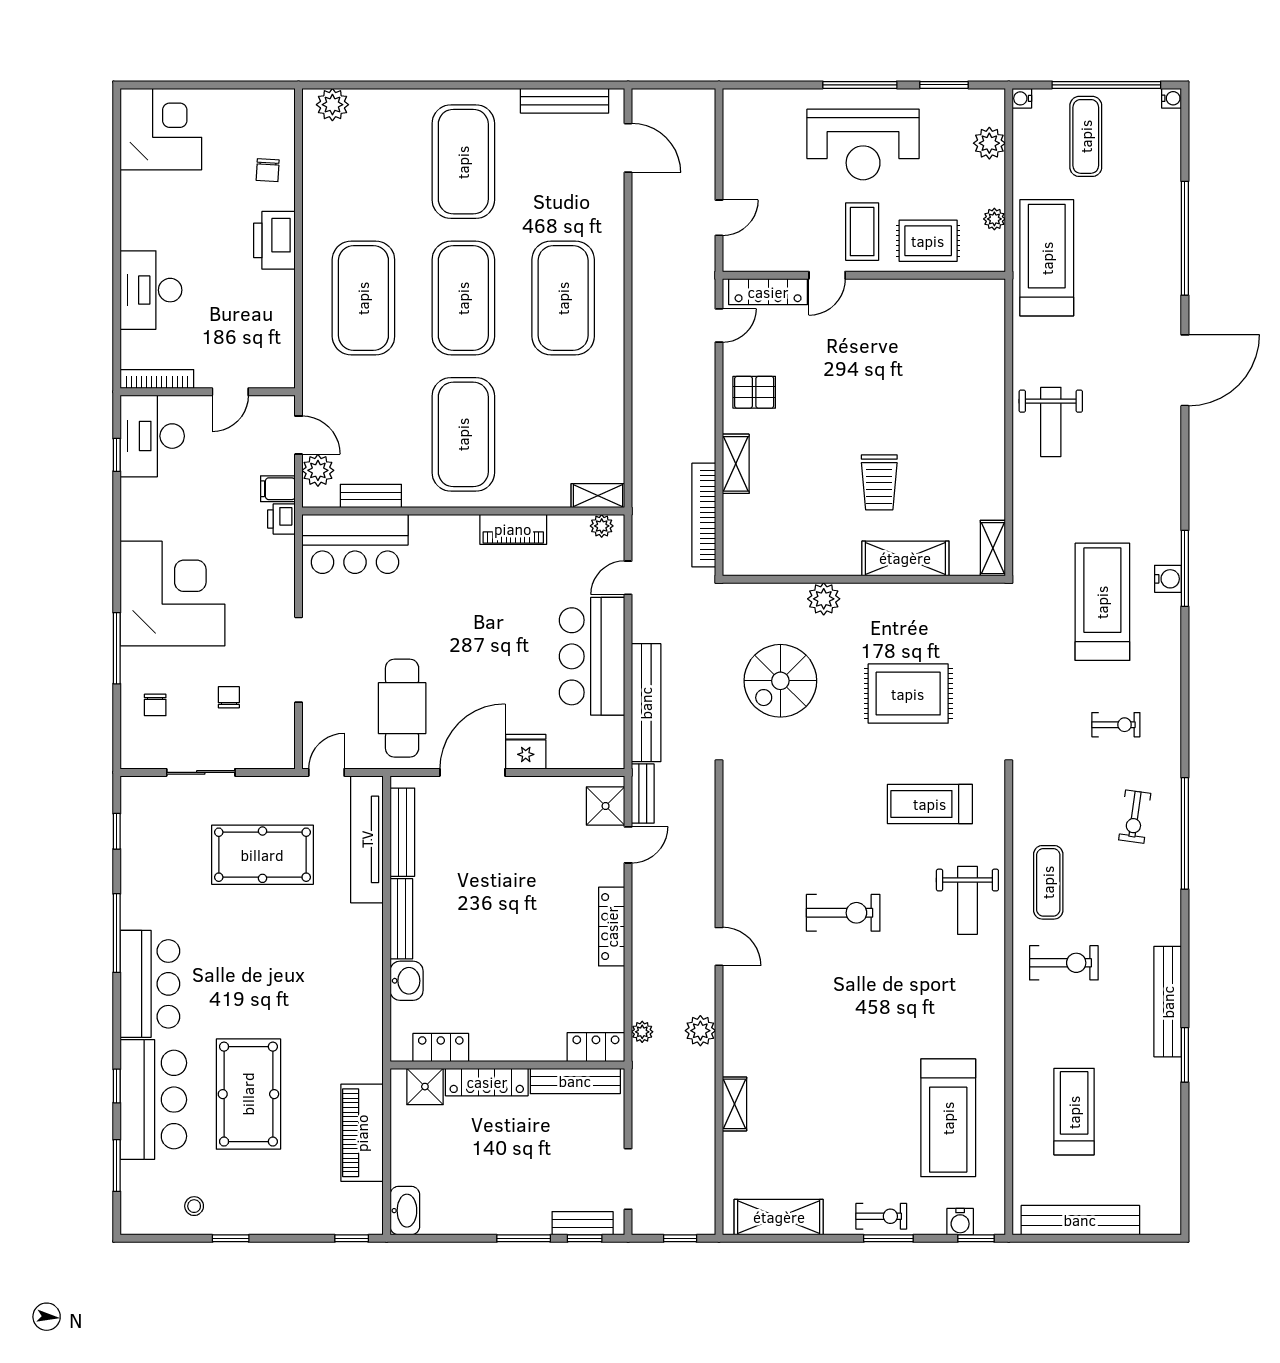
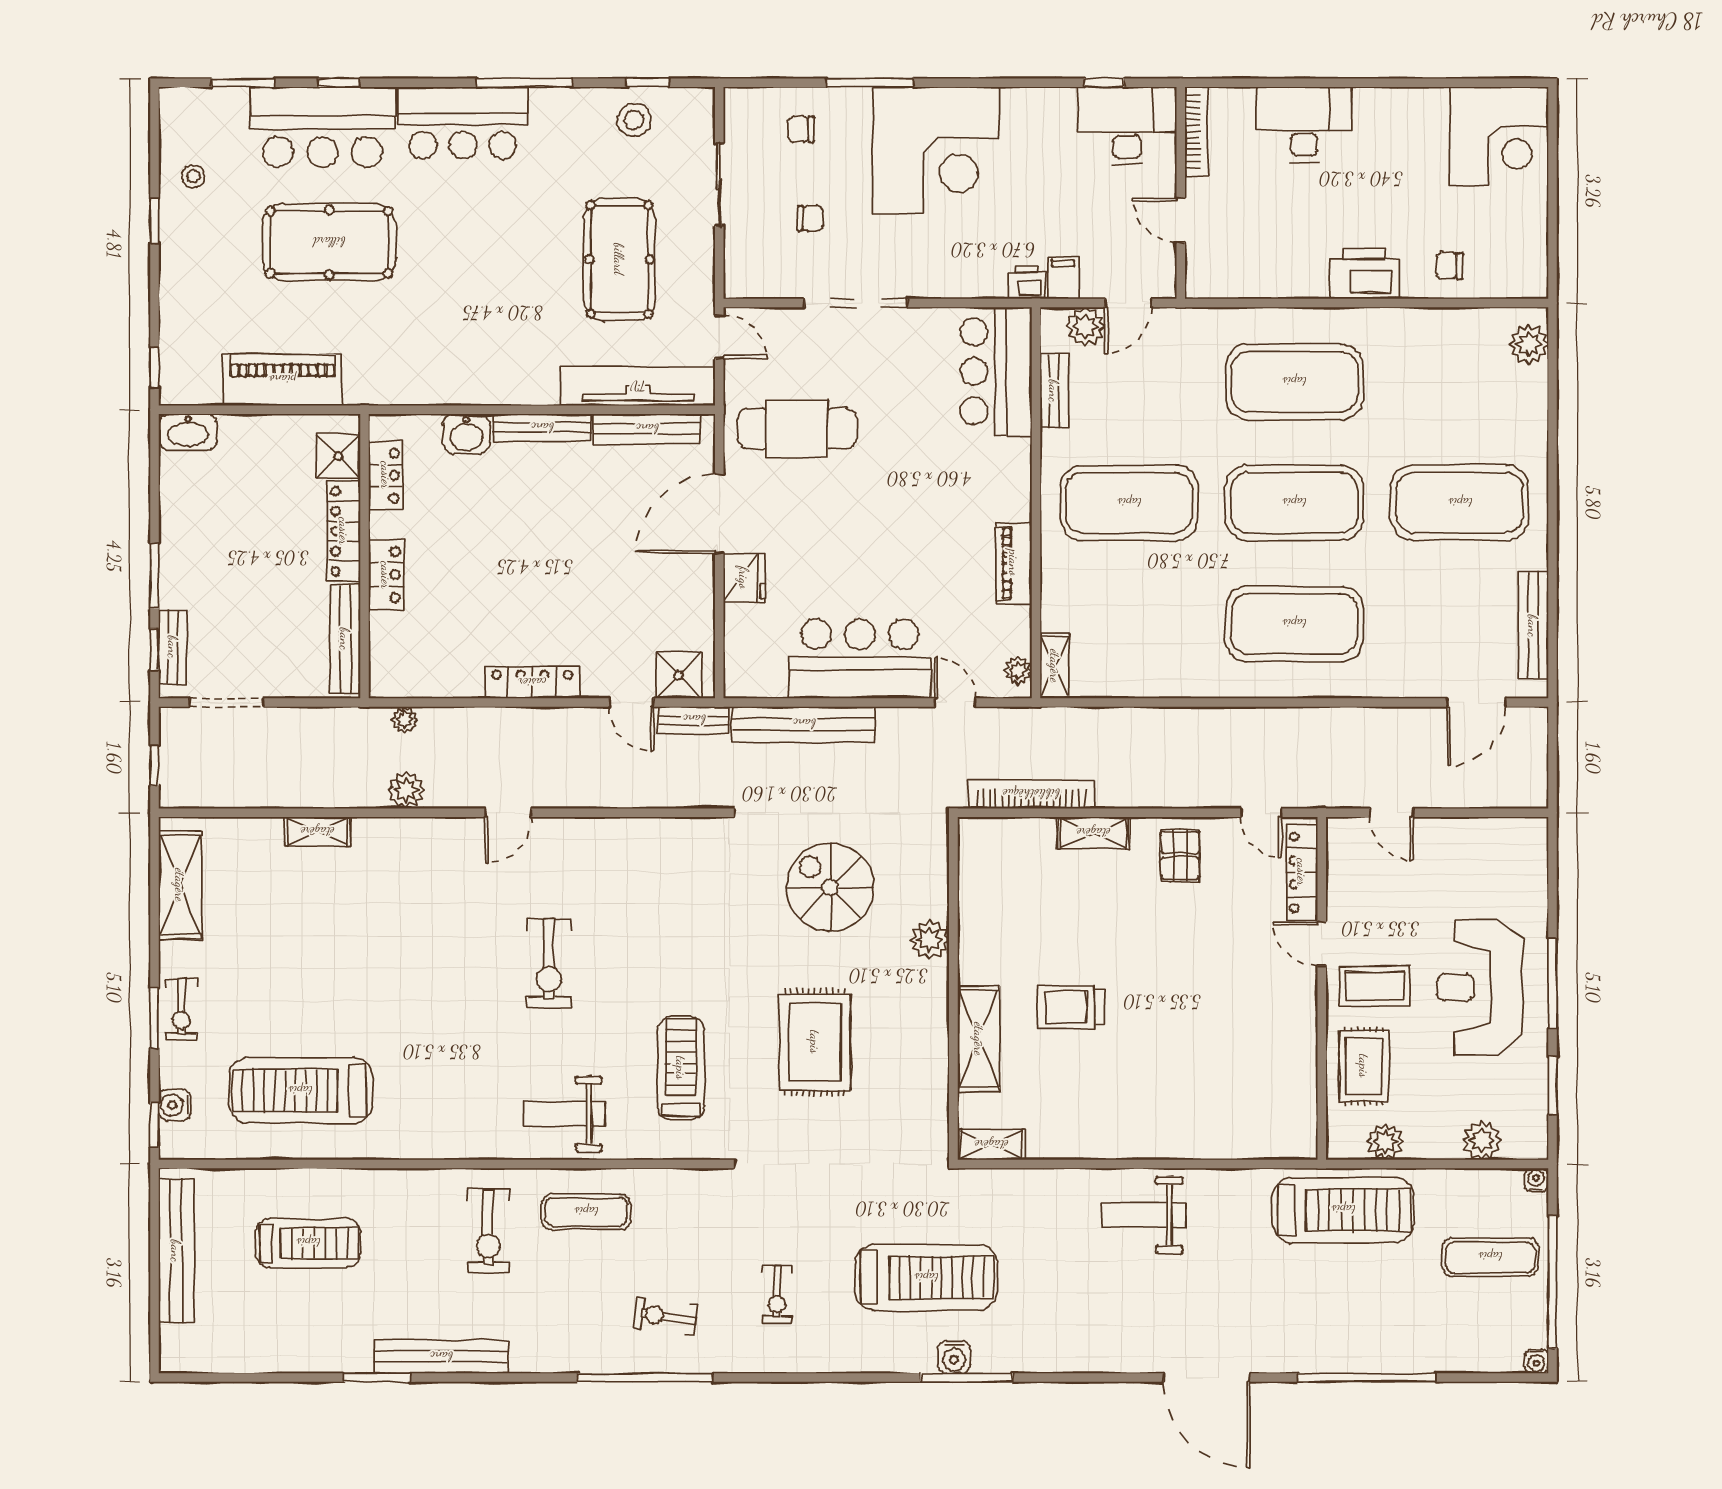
plant: (994, 219) -> (1385, 1142), width x1.38, depth x1.38
door: (472, 772) -> (719, 514), swing flipped
stool: (147, 843) -> (634, 120), added
locker: (596, 1047) -> (386, 575), moved

